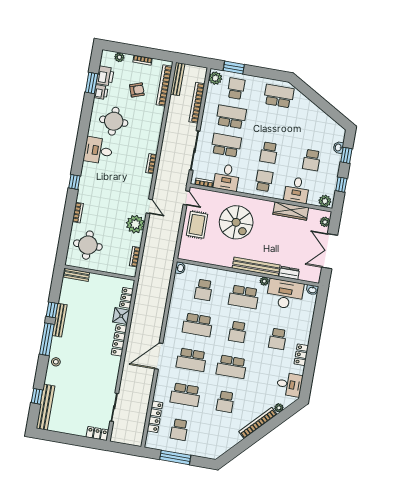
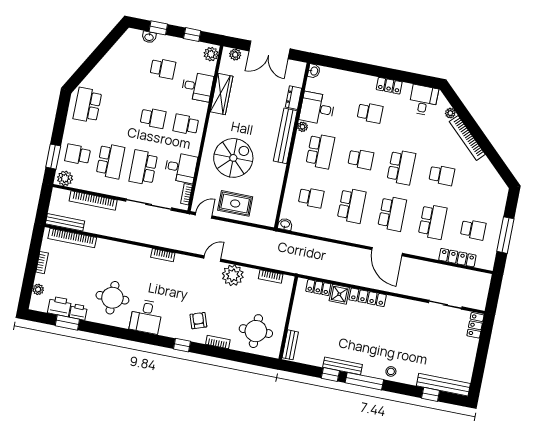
armchair: (137, 90) -> (198, 321), moved
school desk: (231, 117) -> (110, 161), turned 180
desk: (285, 294) -> (317, 108), width x0.73

